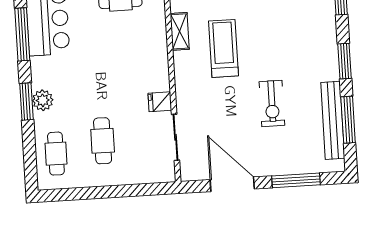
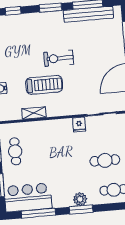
treadmill: (224, 48) -> (44, 85), turned 180
exercise bike: (272, 103) -> (59, 58), moved, turned 180

